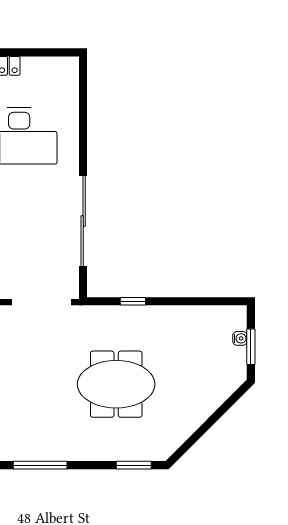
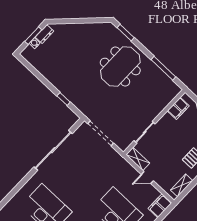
dresser: (238, 362) -> (44, 34), added
meeting table: (116, 384) -> (120, 66), moved, turned 90

